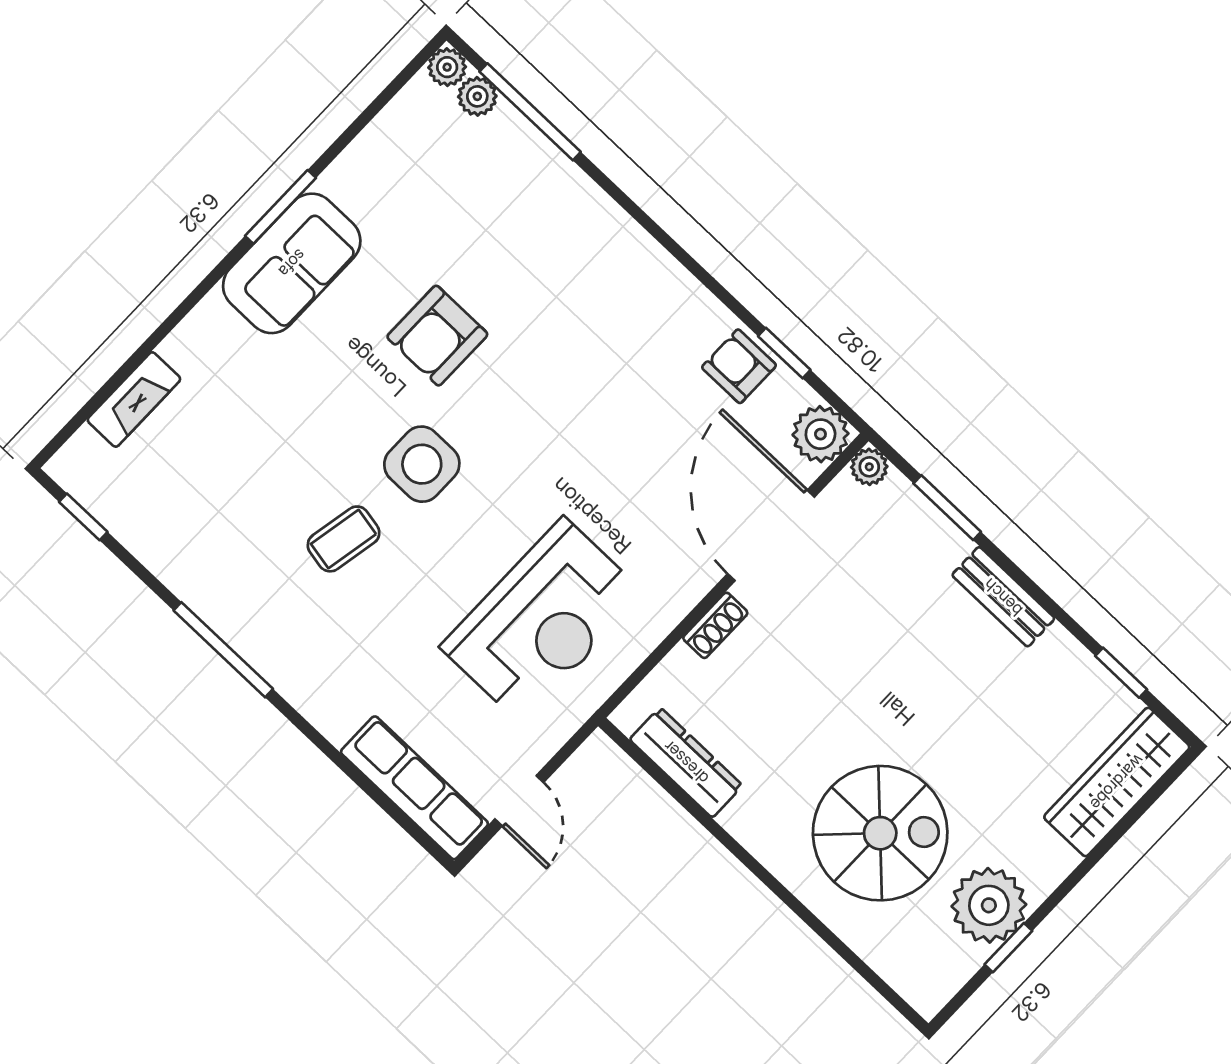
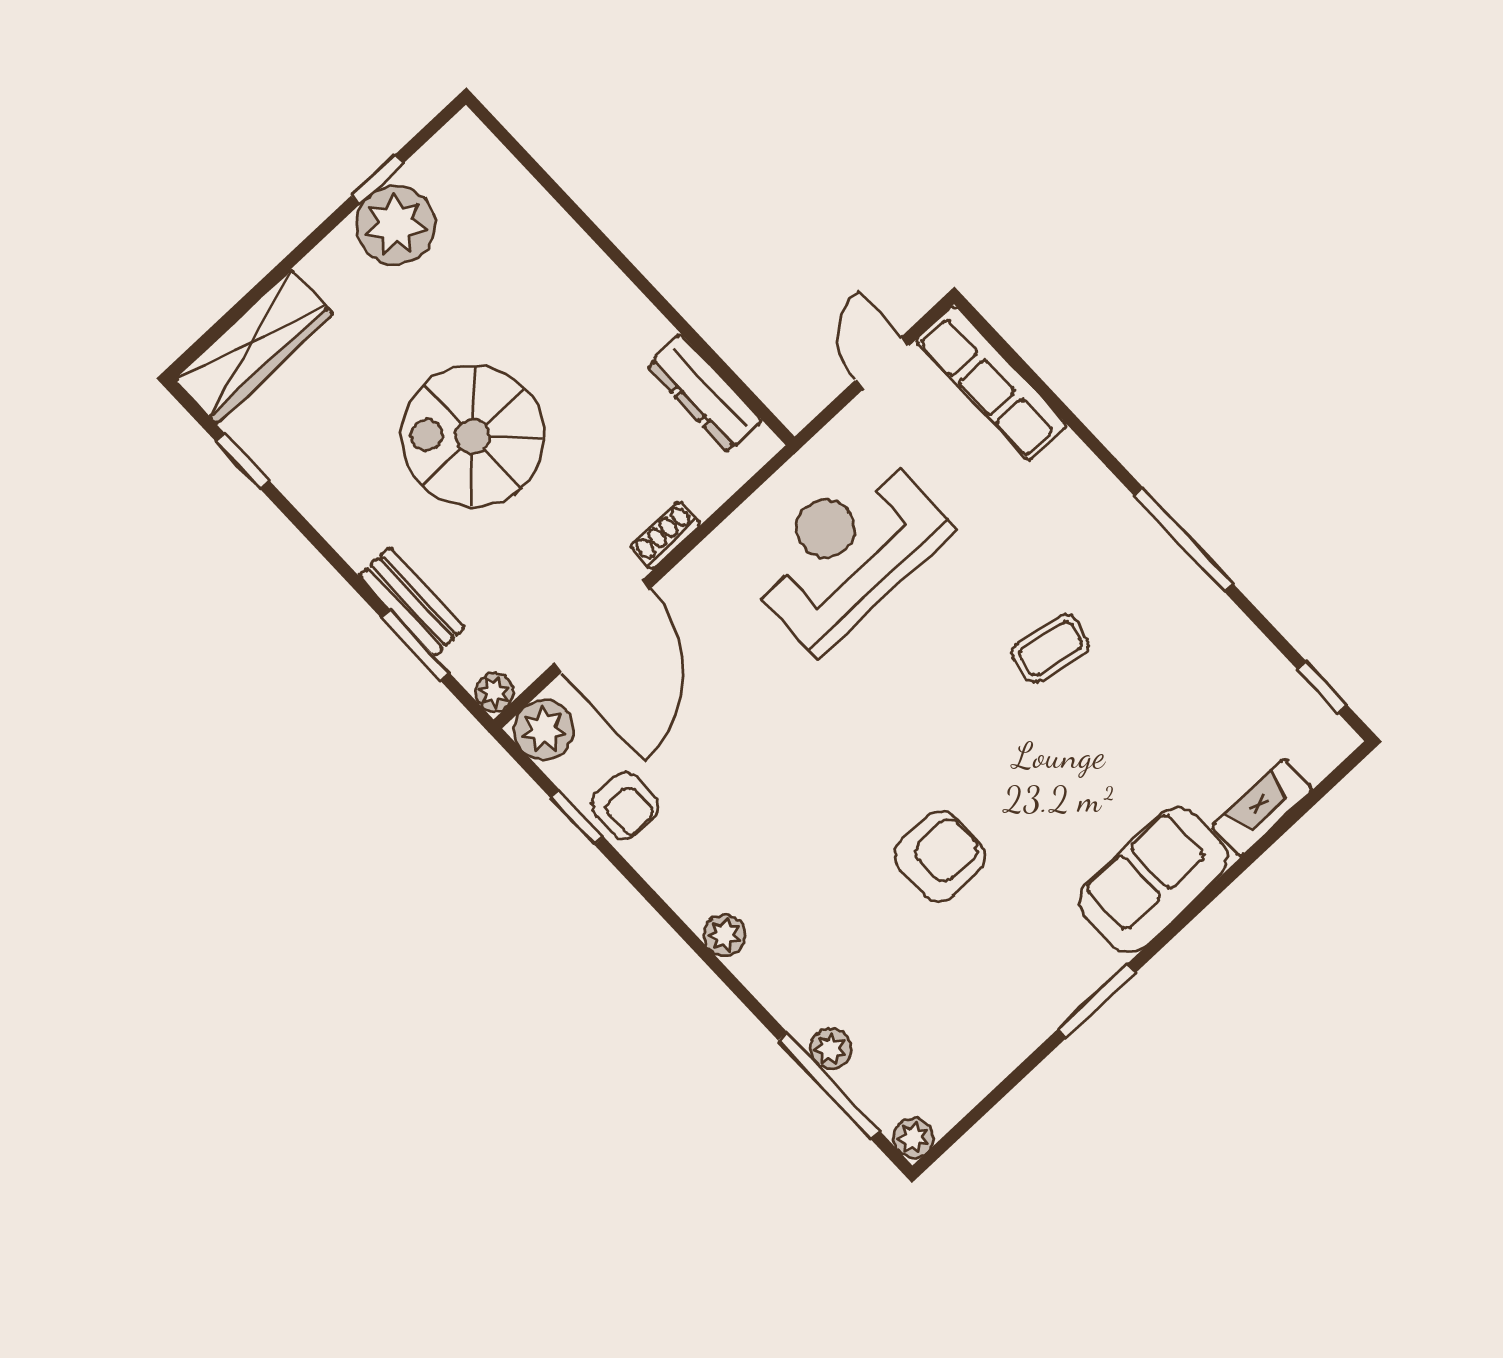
plant: (477, 96) -> (831, 1049), moved
plant: (638, 249) -> (724, 935), added
sofa: (292, 263) -> (1153, 880), moved
side table: (422, 464) -> (964, 722), removed
bench: (1003, 597) -> (412, 602), moved
spiral stairs: (880, 833) -> (473, 436), moved

